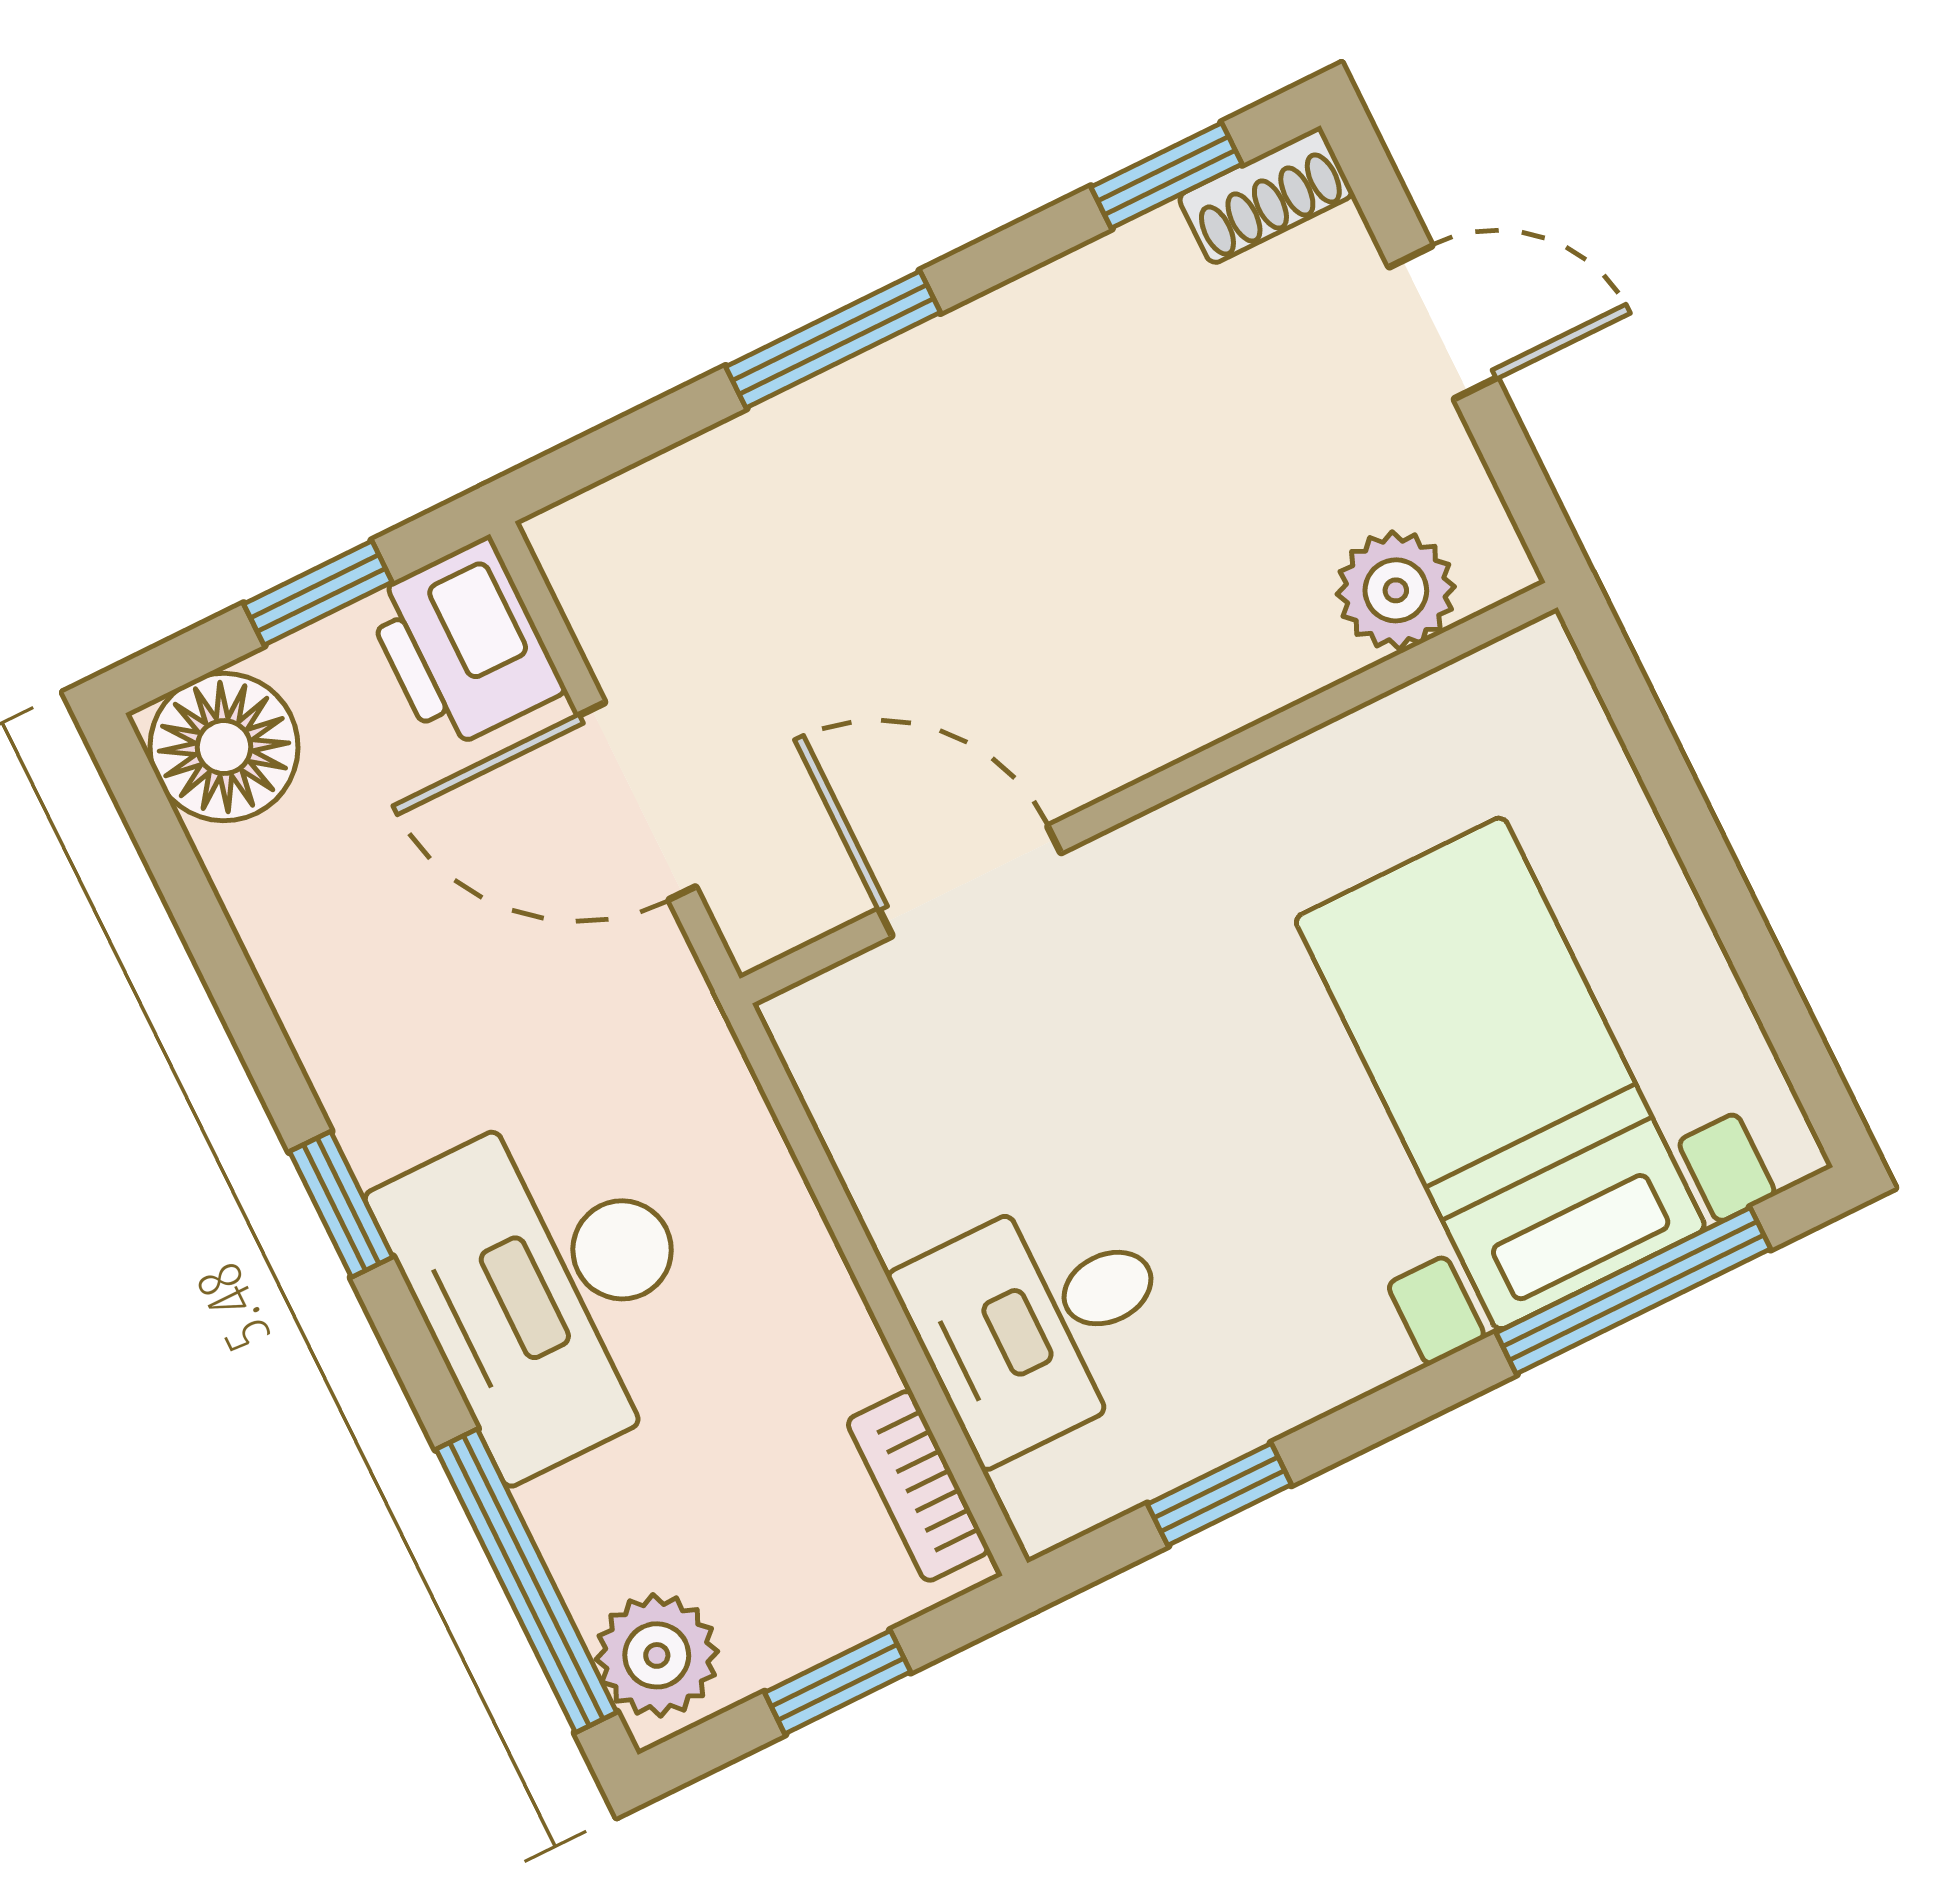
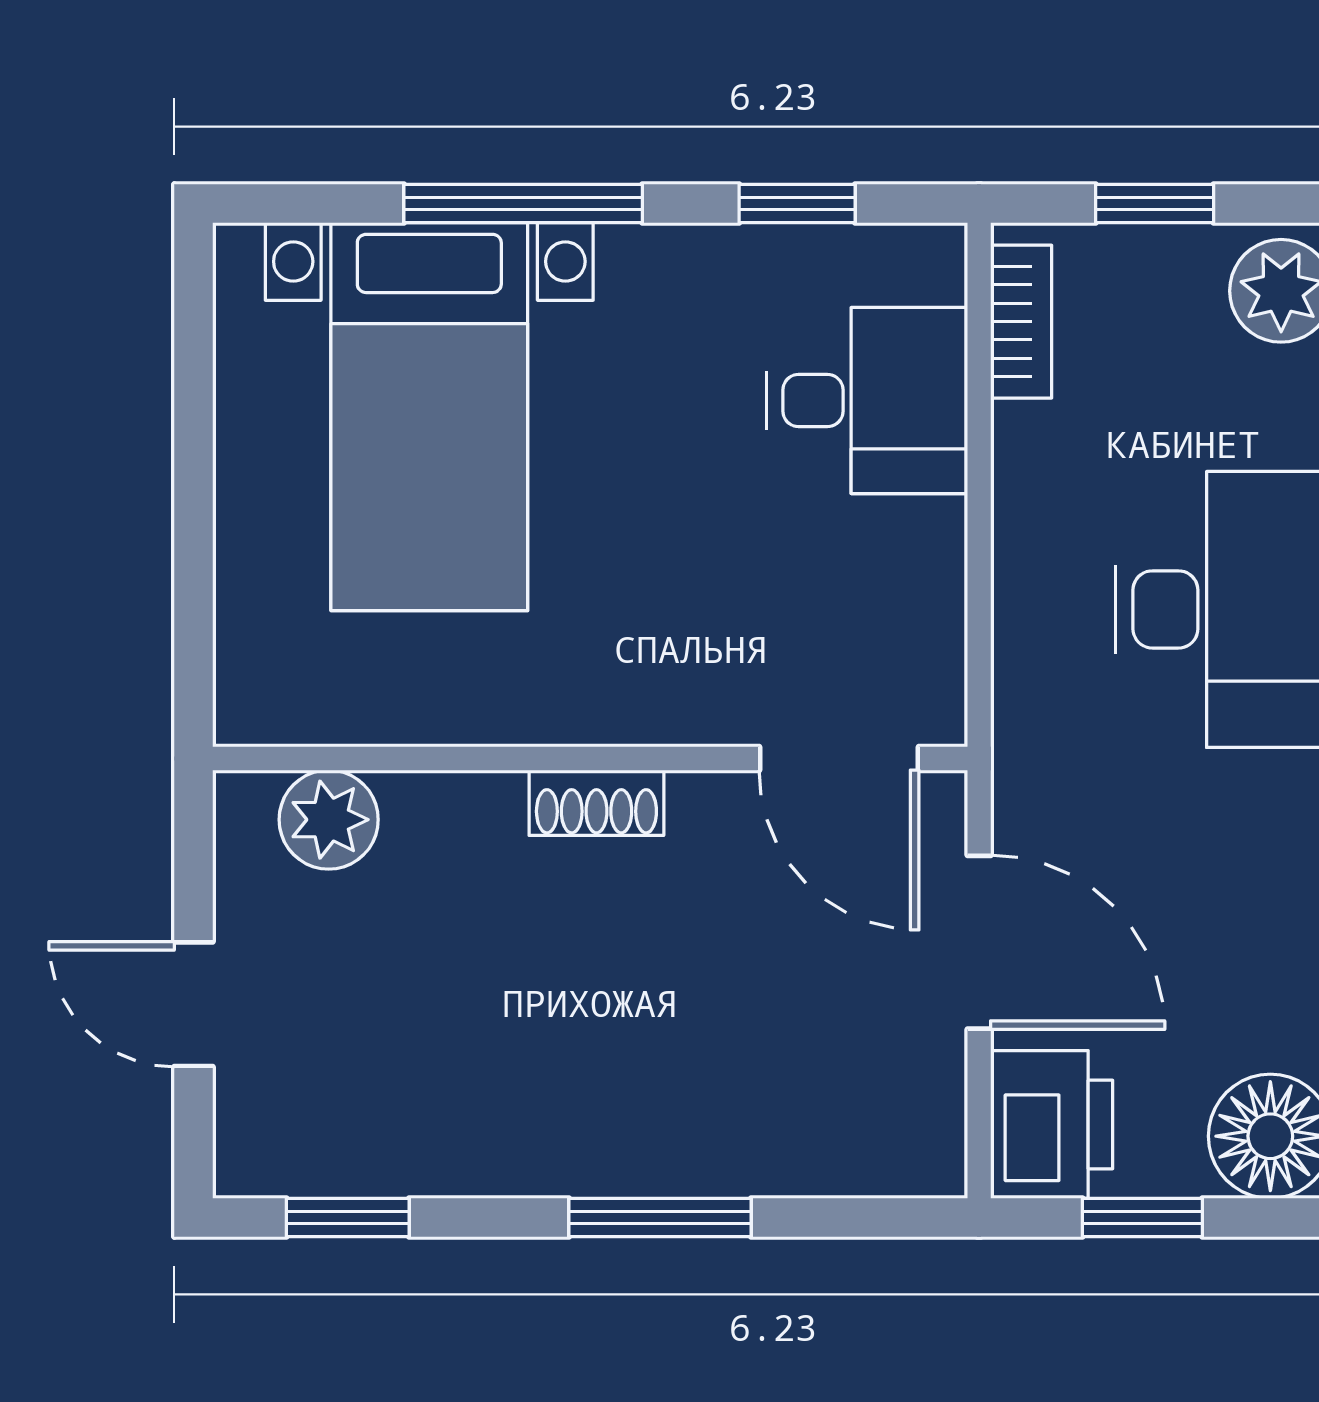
shoe rack: (1266, 195) -> (596, 803), moved, turned 180
door: (970, 881) -> (839, 759), moved
window: (1633, 1291) -> (523, 203), moved

